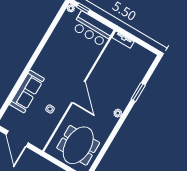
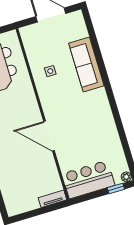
door: (78, 92) -> (49, 136), moved

